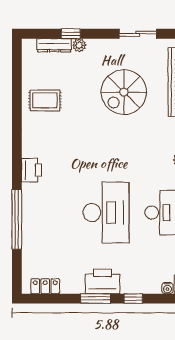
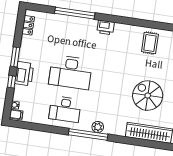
printer: (103, 281) -> (24, 74), moved

